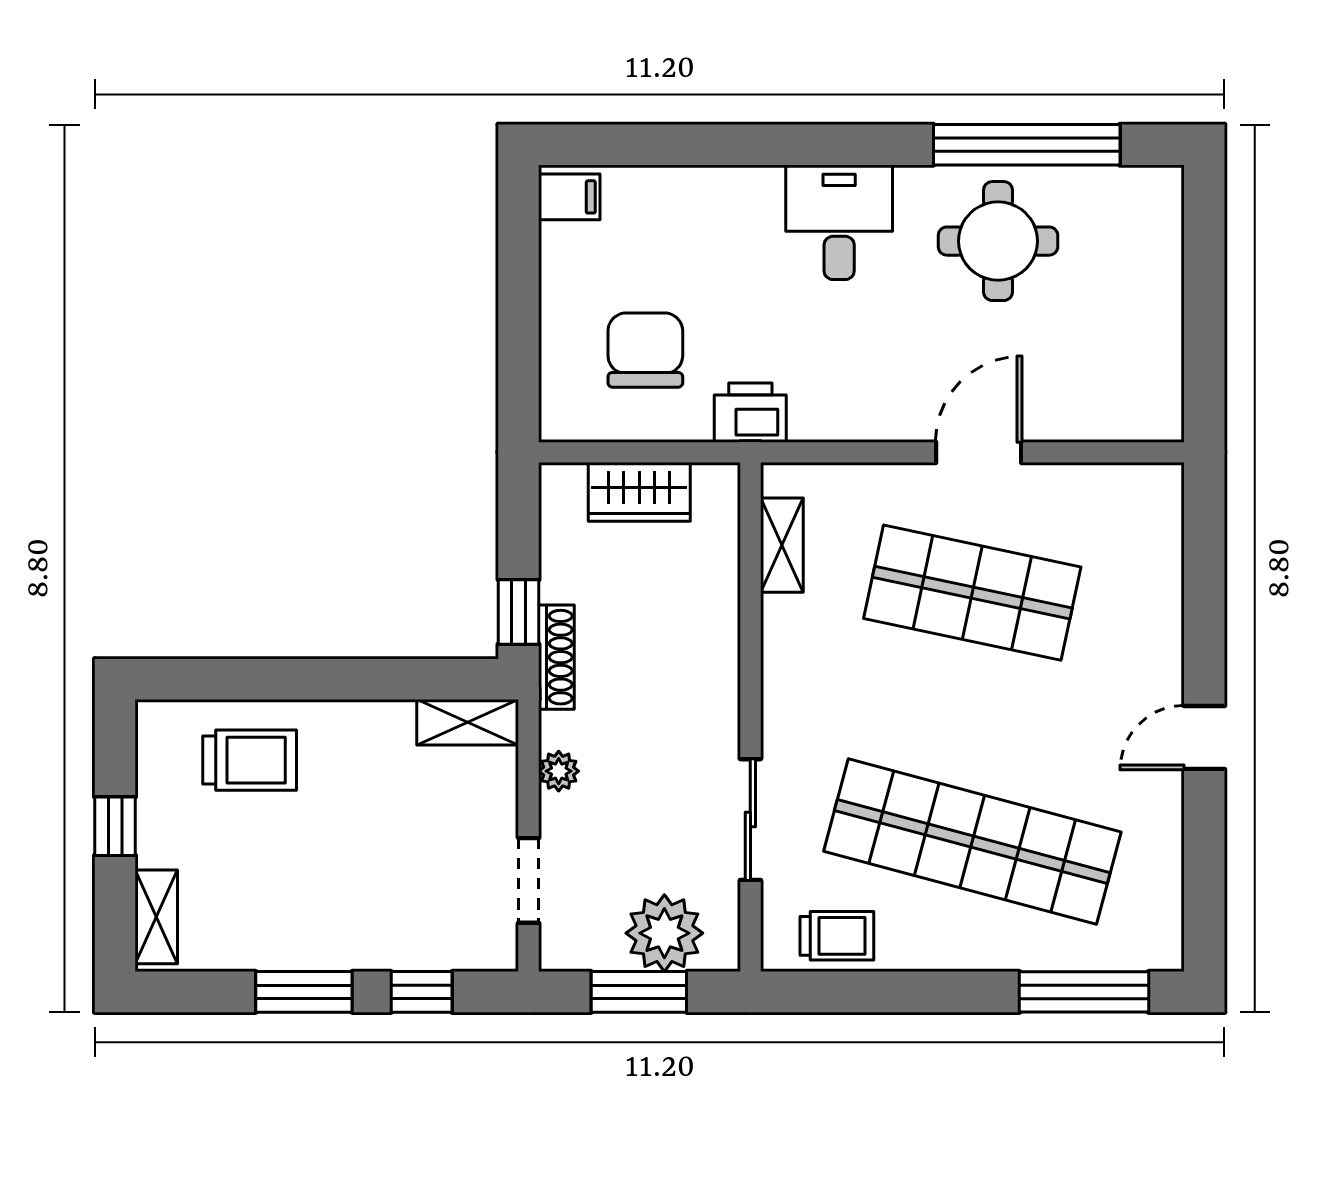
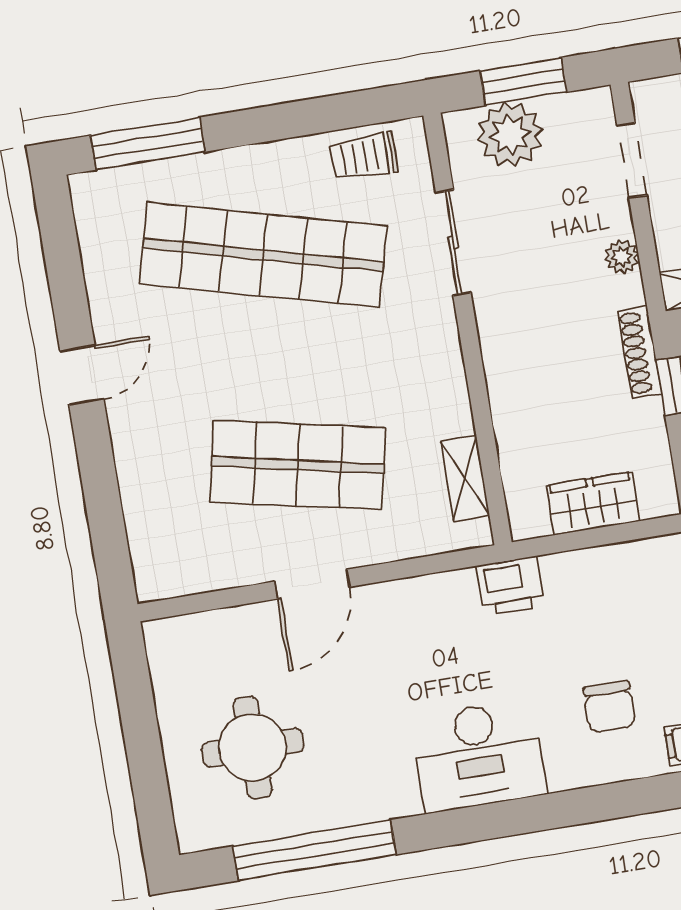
desk: (839, 222) -> (479, 756), width x1.37
round table: (998, 241) -> (253, 748), moved
chair: (645, 350) -> (610, 707), moved, width x0.73, depth x0.73

